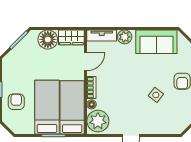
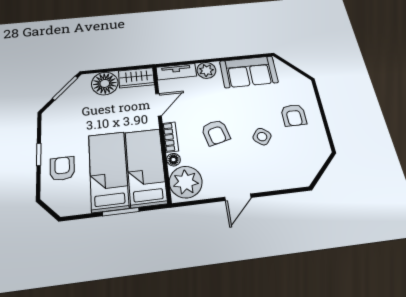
armchair: (124, 88) -> (216, 132), added

